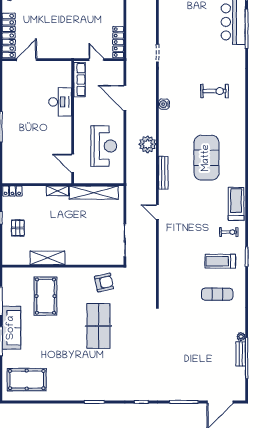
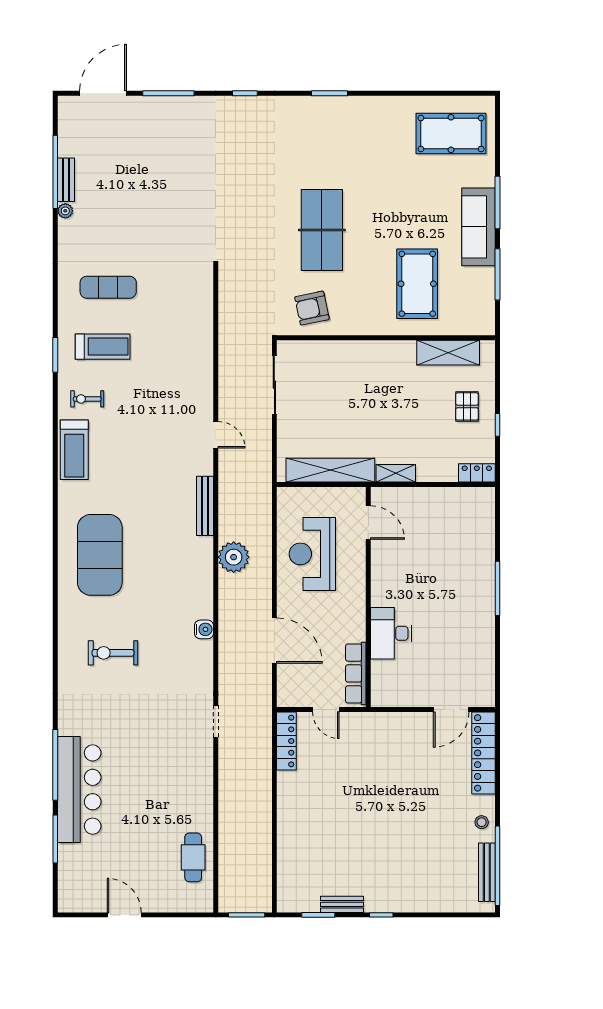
exercise mat: (206, 158) -> (100, 555), moved
shelving: (47, 258) -> (448, 353), moved

